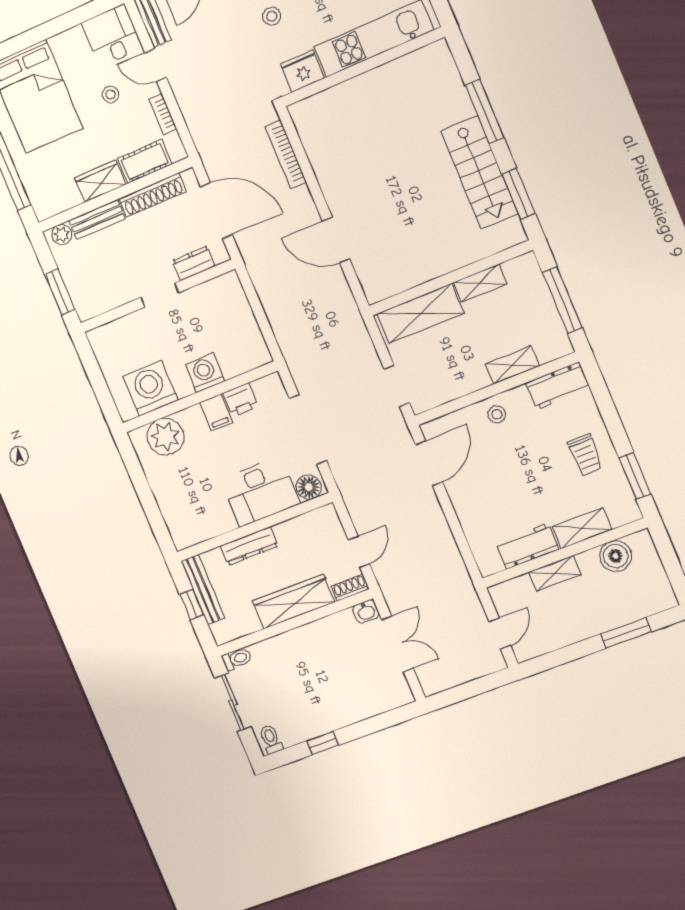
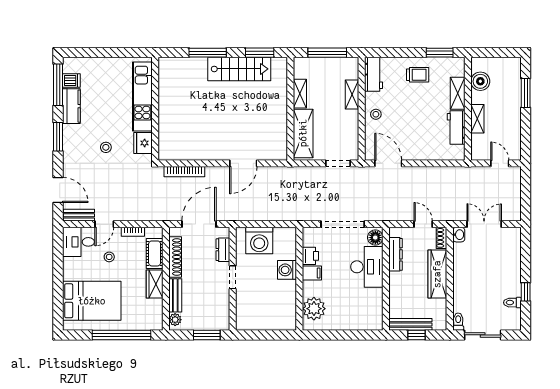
washing machine: (150, 388) -> (259, 241), moved, turned -90
dresser: (249, 546) -> (396, 254), moved
toilet: (271, 739) -> (512, 303), moved

